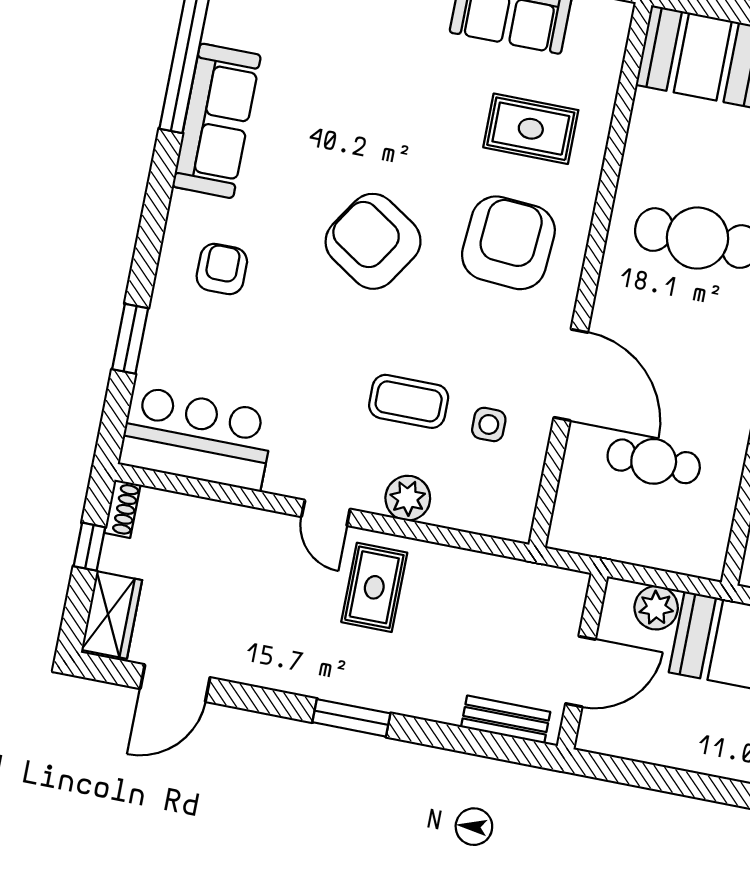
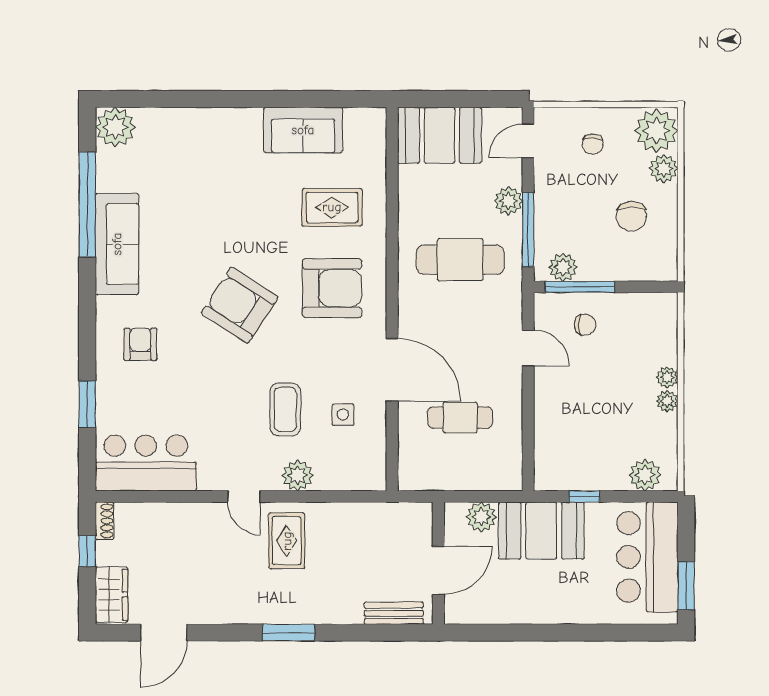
armchair: (508, 243) -> (332, 288), turned 86
coffee table: (409, 401) -> (285, 409), turned 90

